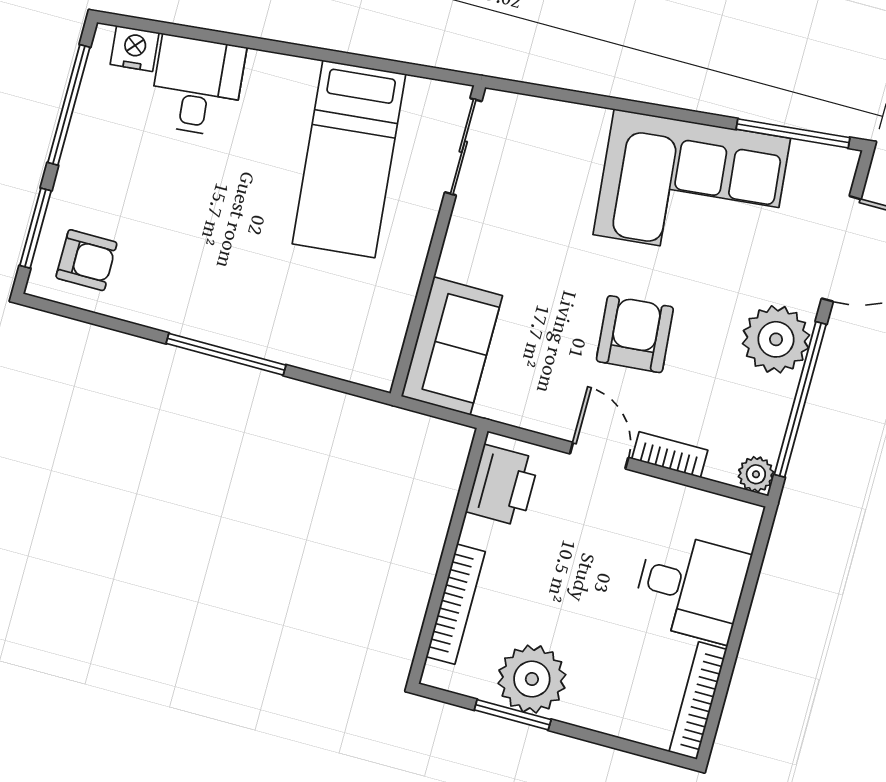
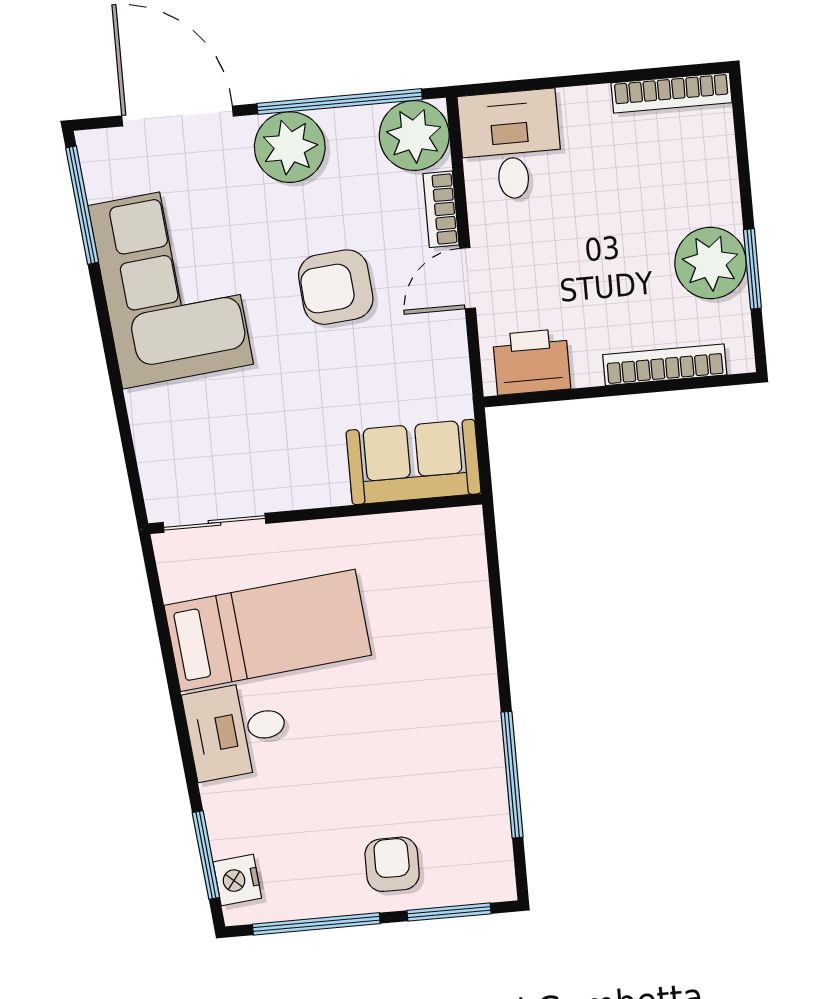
window: (168, 29) -> (206, 855), added
desk: (197, 86) -> (237, 730), moved
armchair: (86, 260) -> (392, 864), moved
window: (226, 354) -> (512, 775), moved
plant: (756, 474) -> (414, 136), width x1.88, depth x1.88
desk: (691, 587) -> (511, 145), moved

